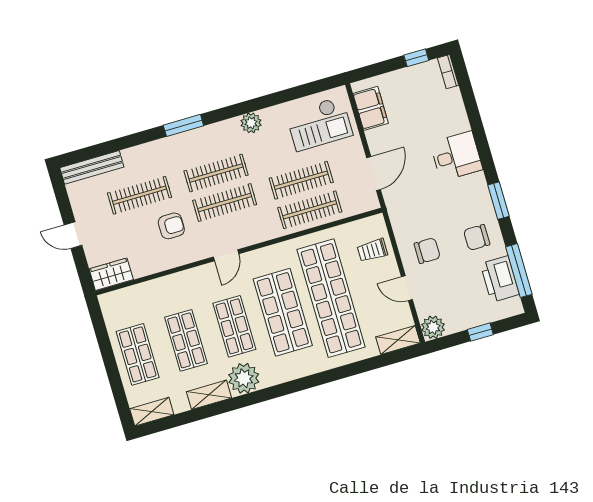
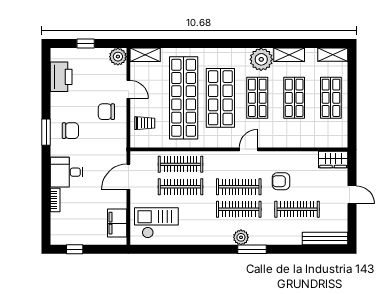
bookcase: (448, 72) -> (55, 200), moved
plant: (251, 123) -> (241, 237), moved
chair: (477, 237) -> (70, 131), moved
window: (519, 271) -> (46, 79), removed

